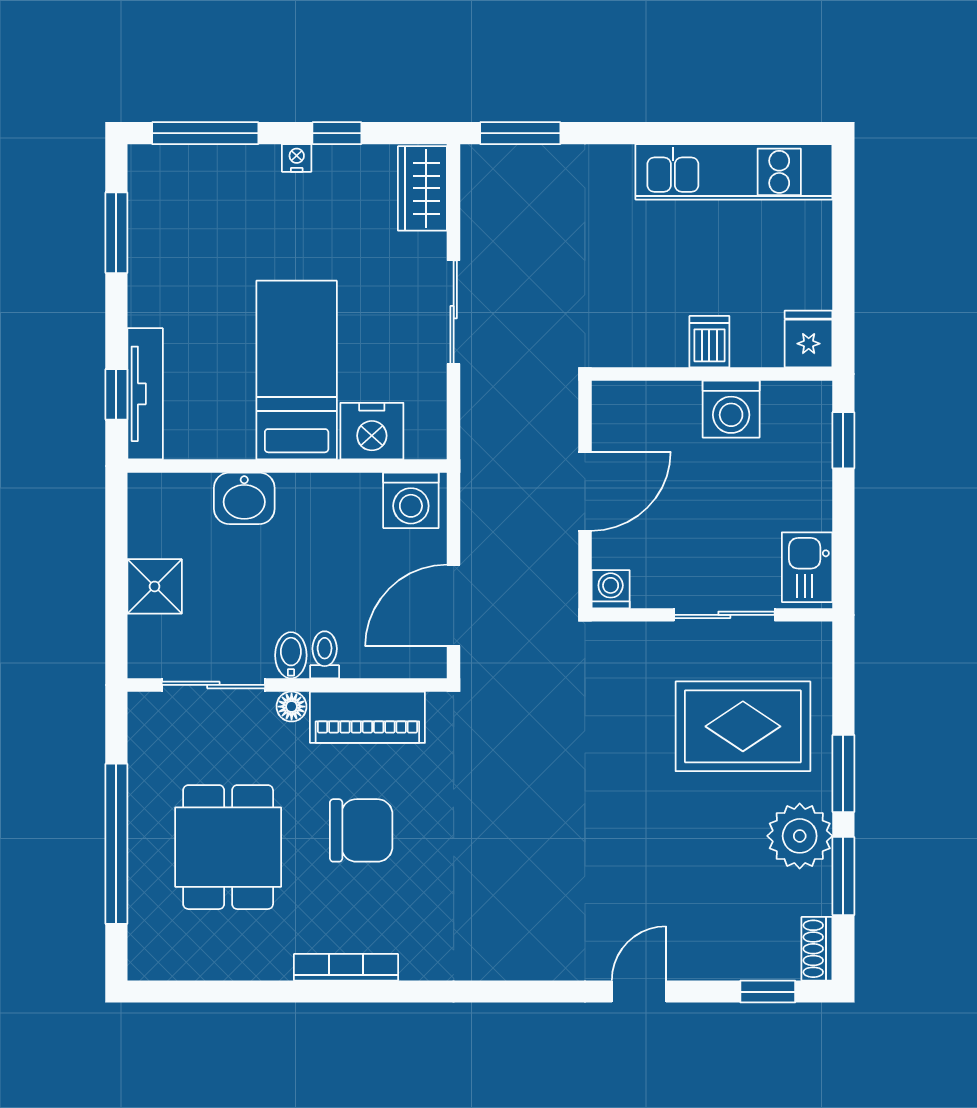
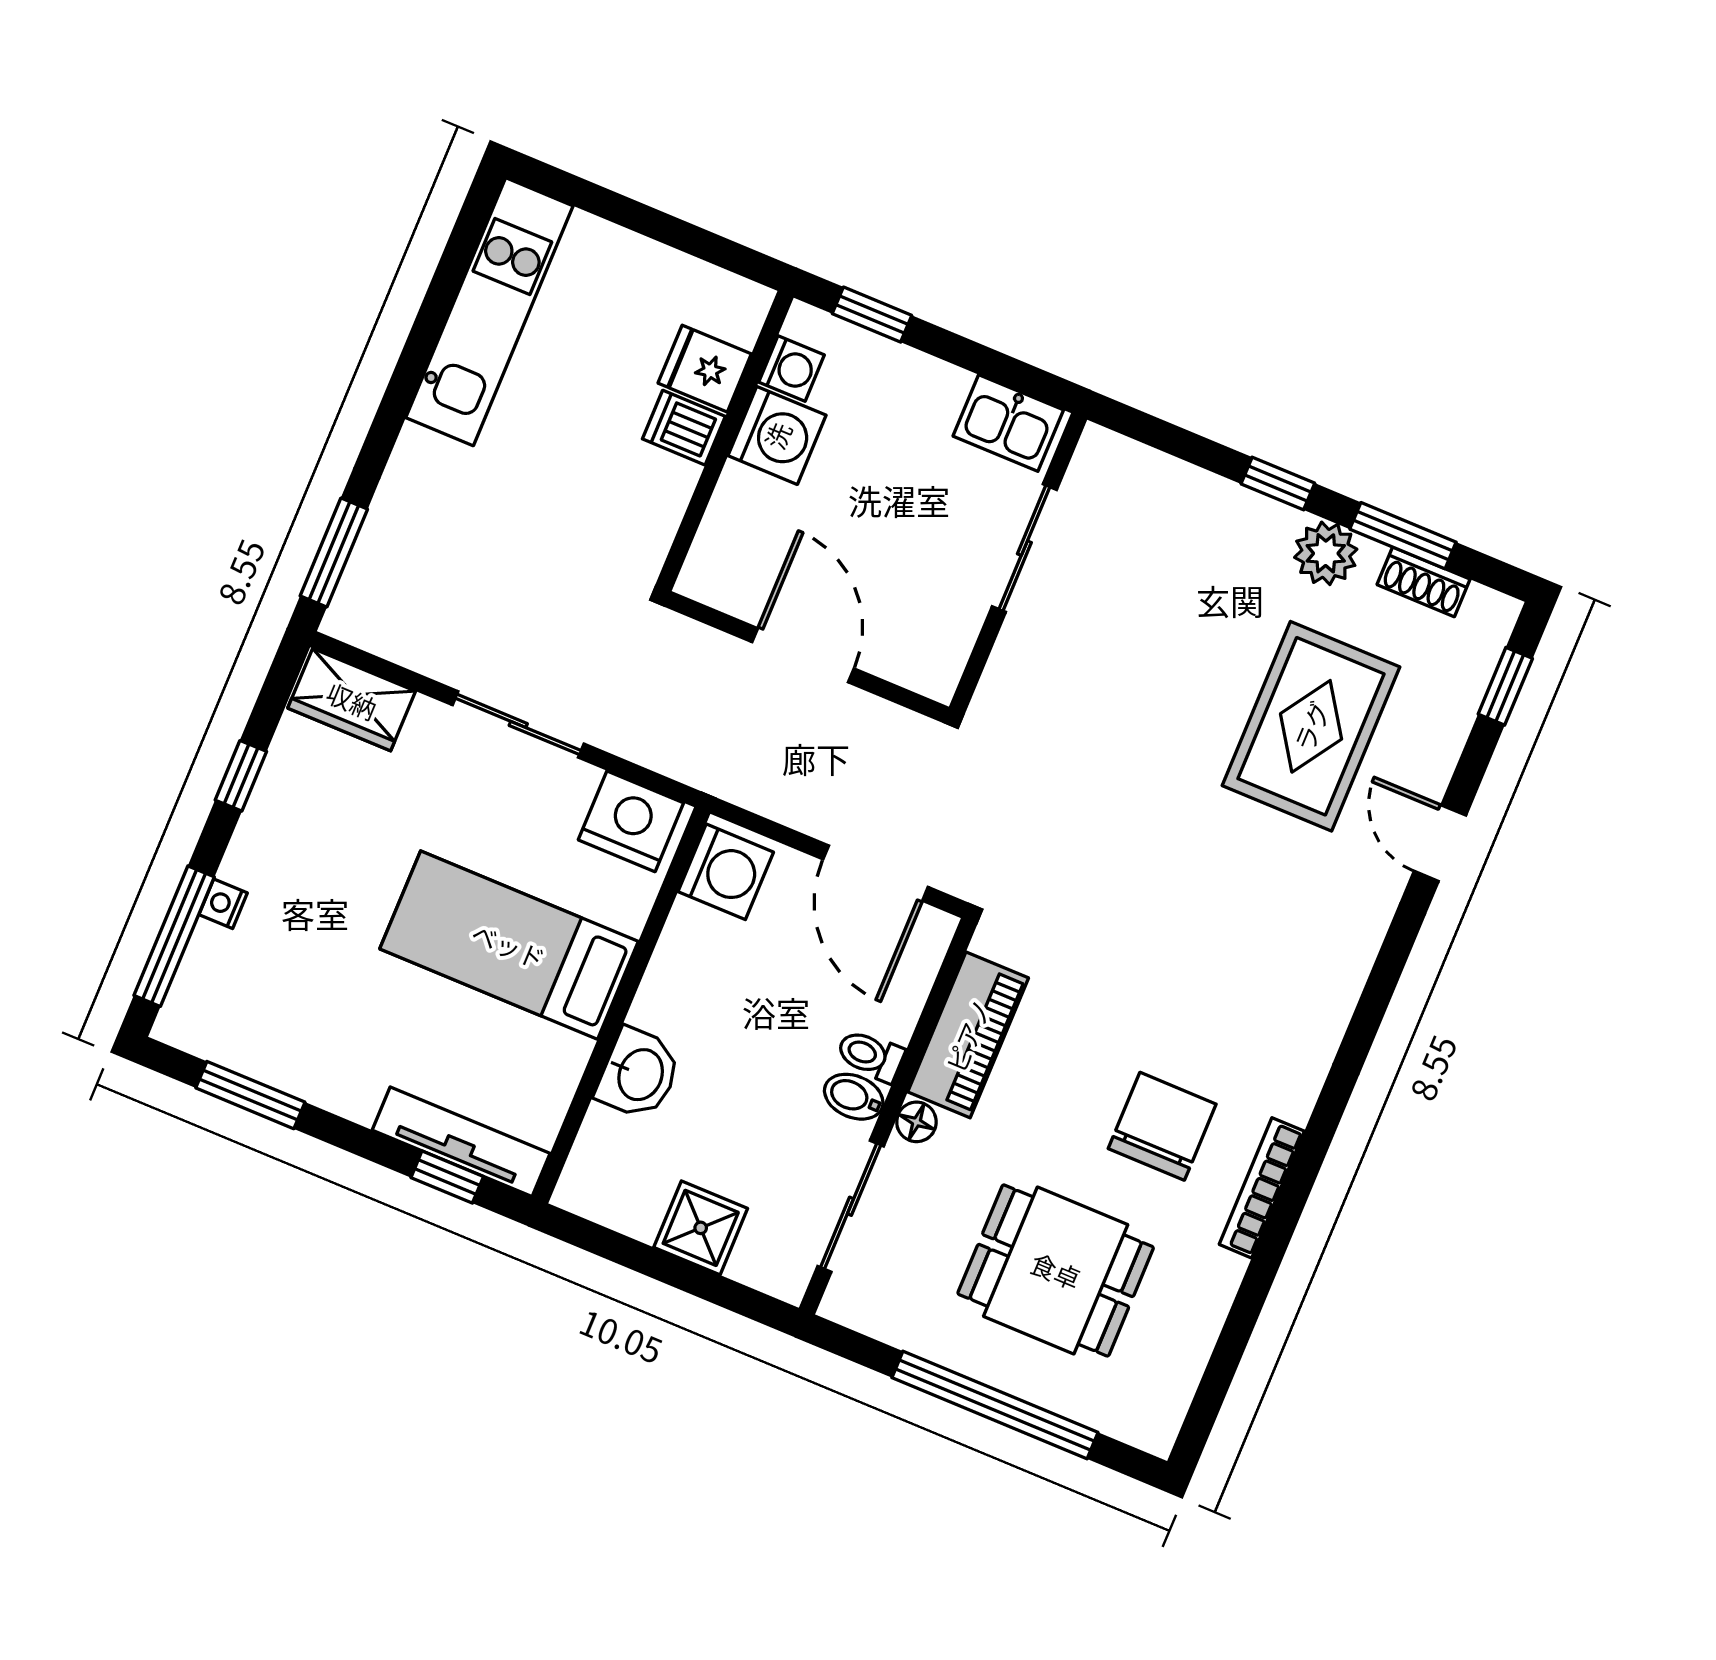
nightstand: (297, 158) -> (223, 904), moved
fridge: (809, 339) -> (705, 369), moved
nightstand: (372, 431) -> (631, 821), moved, turned -90
washing machine: (611, 589) -> (791, 368), moved, turned 180
rug: (743, 726) -> (1311, 726), moved
window: (843, 773) -> (1278, 483), width x0.67
chair: (361, 830) -> (1162, 1126), moved
plant: (800, 836) -> (1326, 553), width x0.73, depth x0.73
shoe rack: (817, 949) -> (1424, 582), moved

